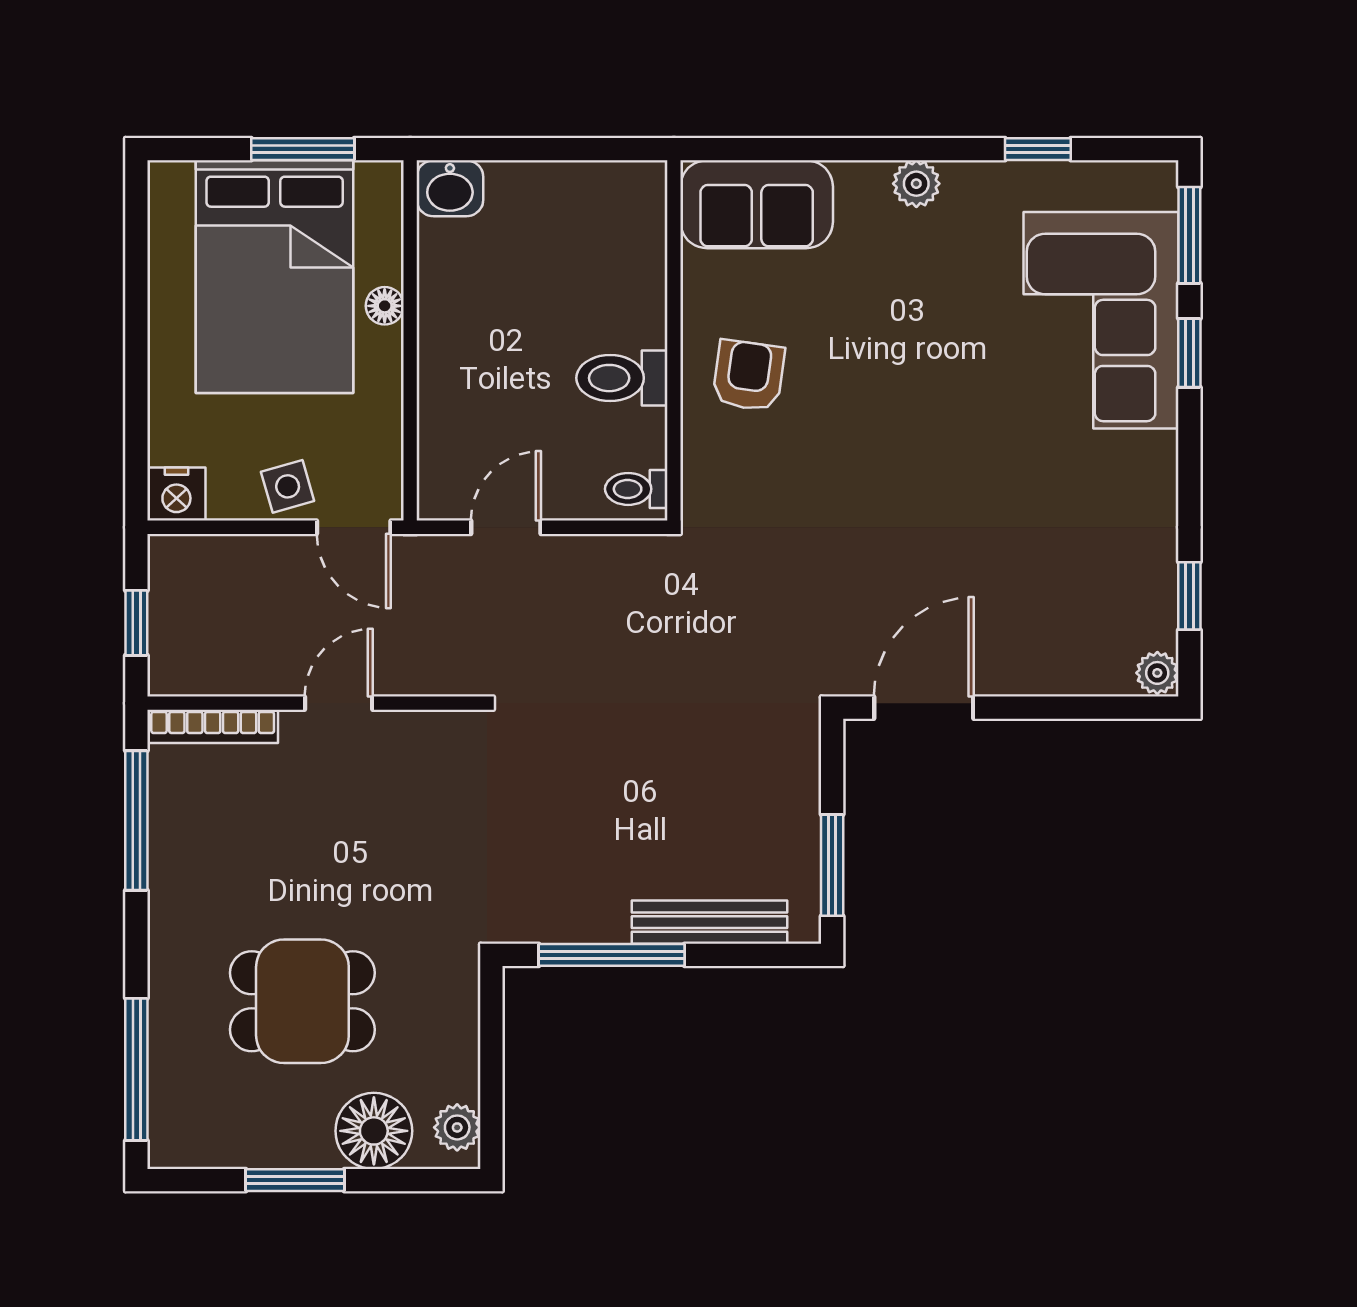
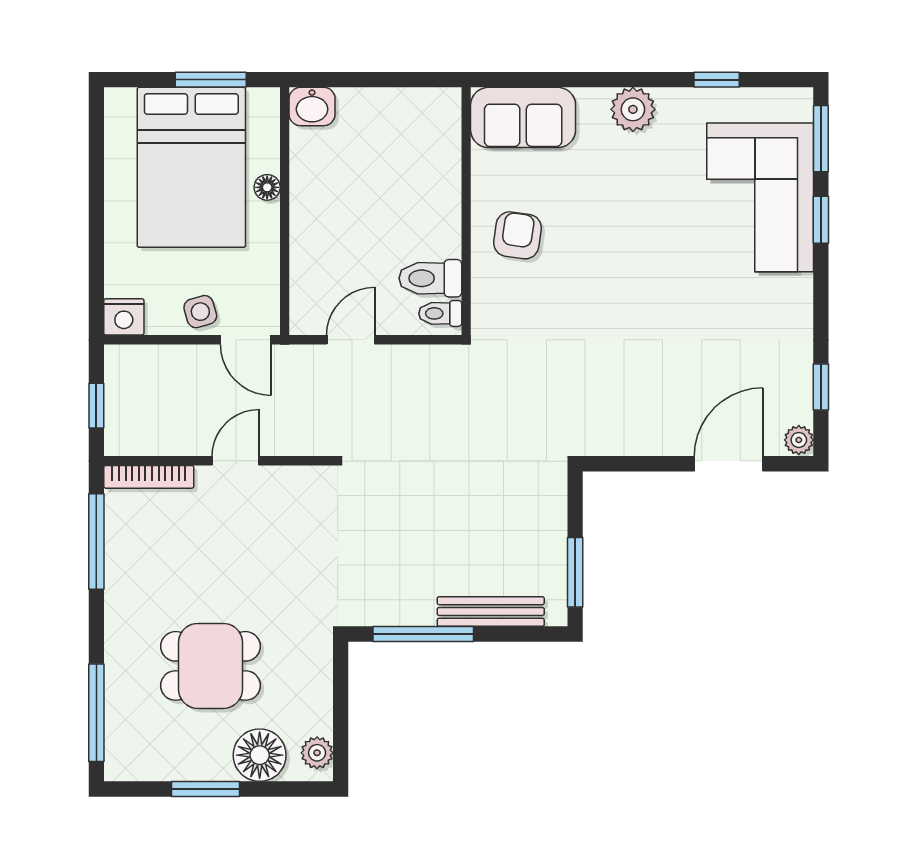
plant: (916, 184) -> (633, 109), width x1.38, depth x1.38
toilet: (622, 378) -> (430, 278), moved
door: (924, 708) -> (729, 464), moved

